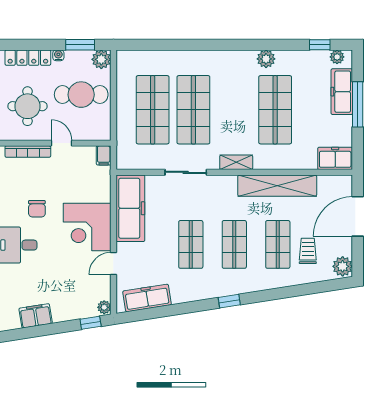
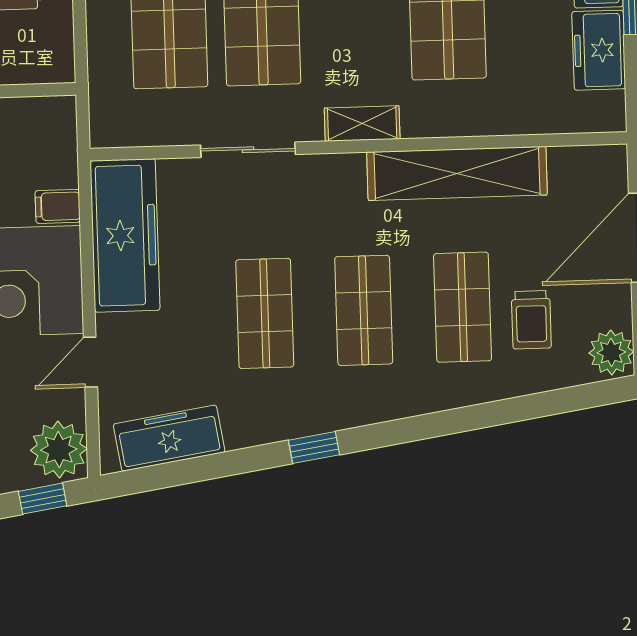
filing cabinet: (104, 155) -> (58, 206), moved, turned 90
freezer: (335, 158) -> (599, 50), moved, turned -90
trolley: (308, 251) -> (531, 320), turned 180
window: (229, 301) -> (314, 447), moved
plant: (104, 307) -> (59, 450), width x1.87, depth x1.87

